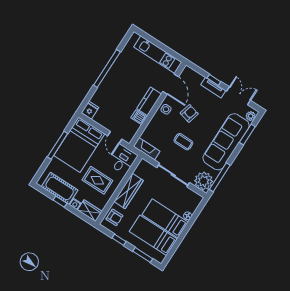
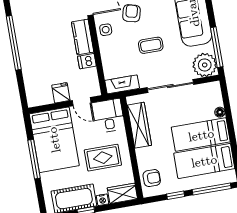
fridge: (90, 110) -> (61, 93), moved
wardrobe: (129, 191) -> (139, 125), moved
window: (143, 255) -> (212, 189), width x1.44

